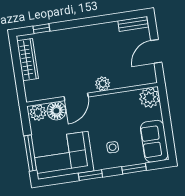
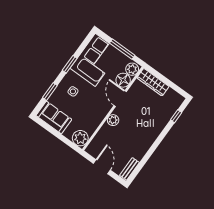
wardrobe: (28, 60) -> (153, 82), moved
window: (30, 153) -> (122, 49), moved

